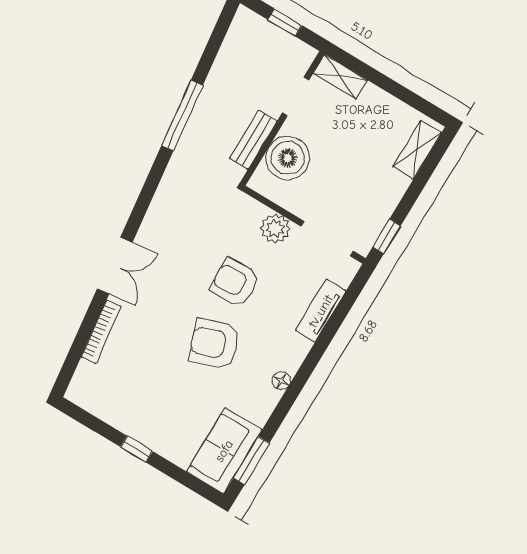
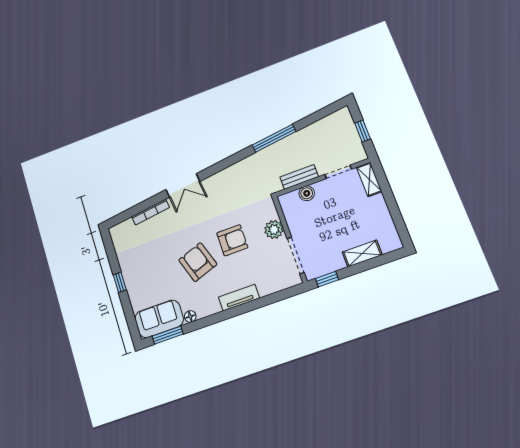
shelving: (417, 150) -> (362, 253), moved
boiler: (288, 158) -> (307, 193), width x0.54, depth x0.54
armchair: (235, 283) -> (232, 240), turned 92
tv unit: (321, 311) -> (239, 298), moved
floor lamp: (281, 381) -> (190, 316), moved

